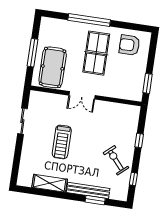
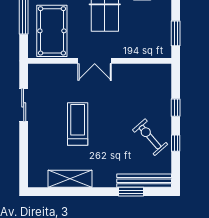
treadmill: (62, 142) -> (78, 124), turned 180
window: (133, 179) -> (176, 143), moved
bench: (88, 190) -> (144, 181), moved

